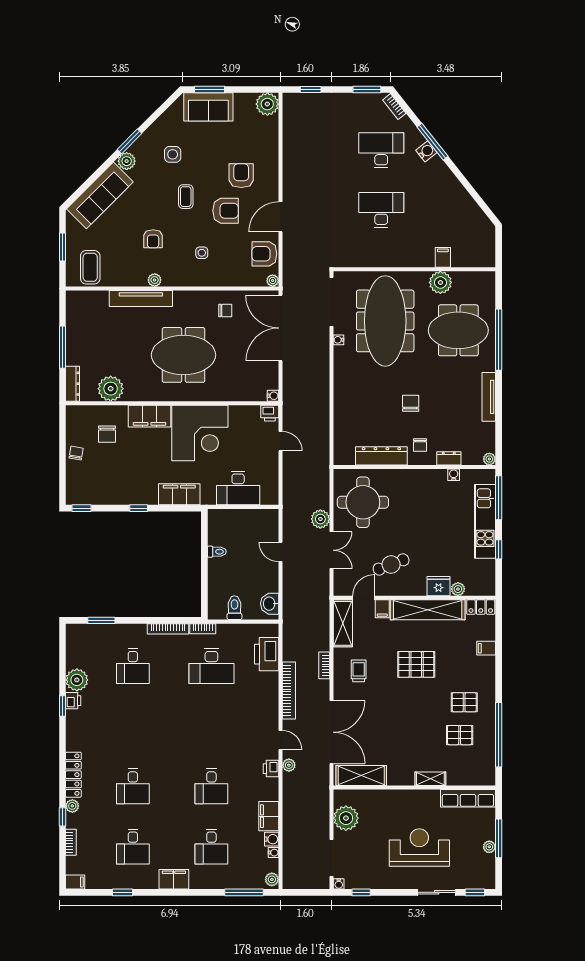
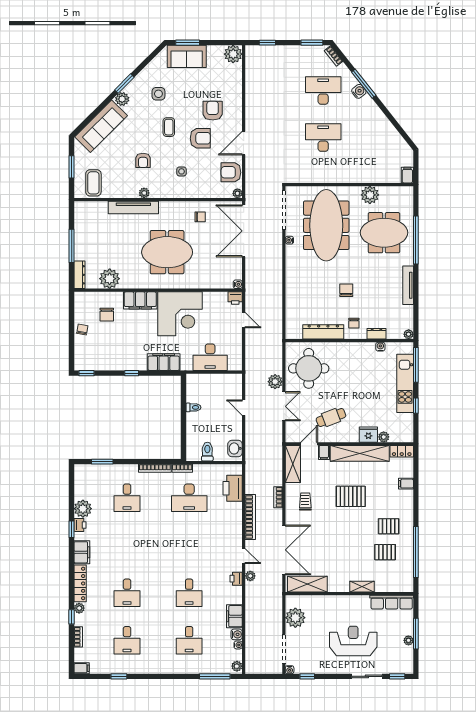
filing cabinet: (443, 257) -> (407, 175), moved
filing cabinet: (174, 879) -> (82, 552), moved, turned 90

